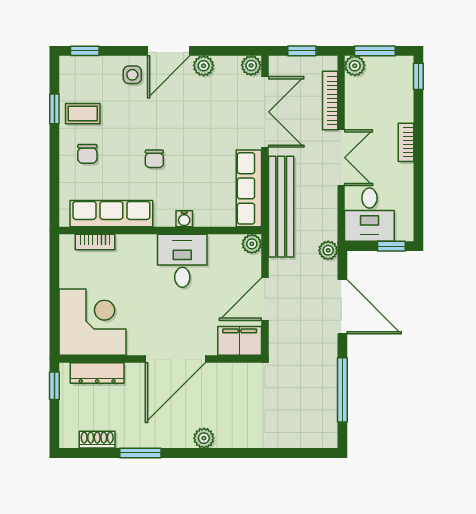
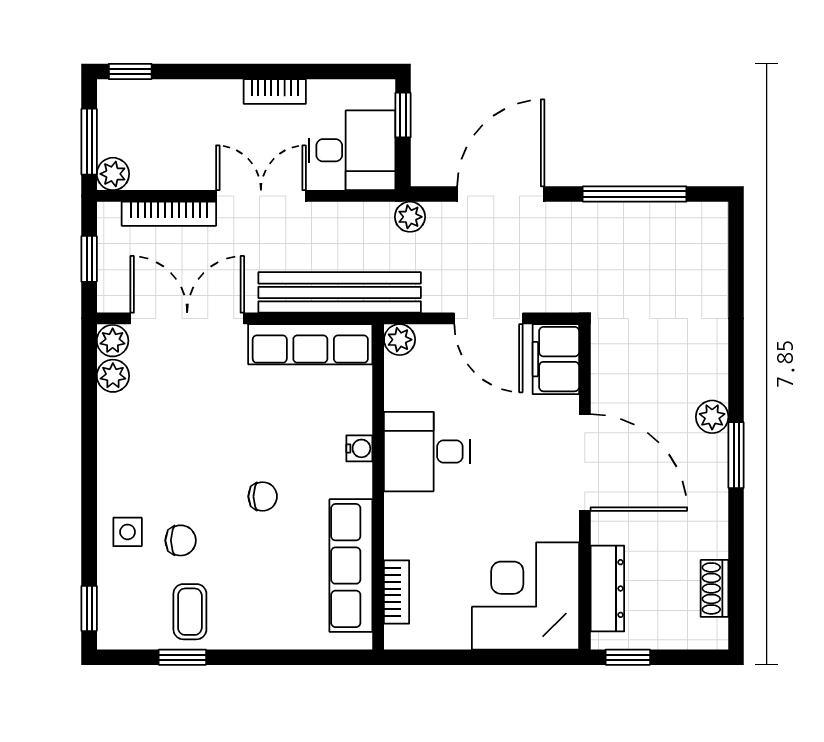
door: (169, 51) -> (89, 473), removed
plant: (204, 66) -> (113, 376), moved
bookcase: (406, 142) -> (275, 92), moved
chair: (87, 154) -> (181, 540), moved
window: (140, 453) -> (736, 455), moved

